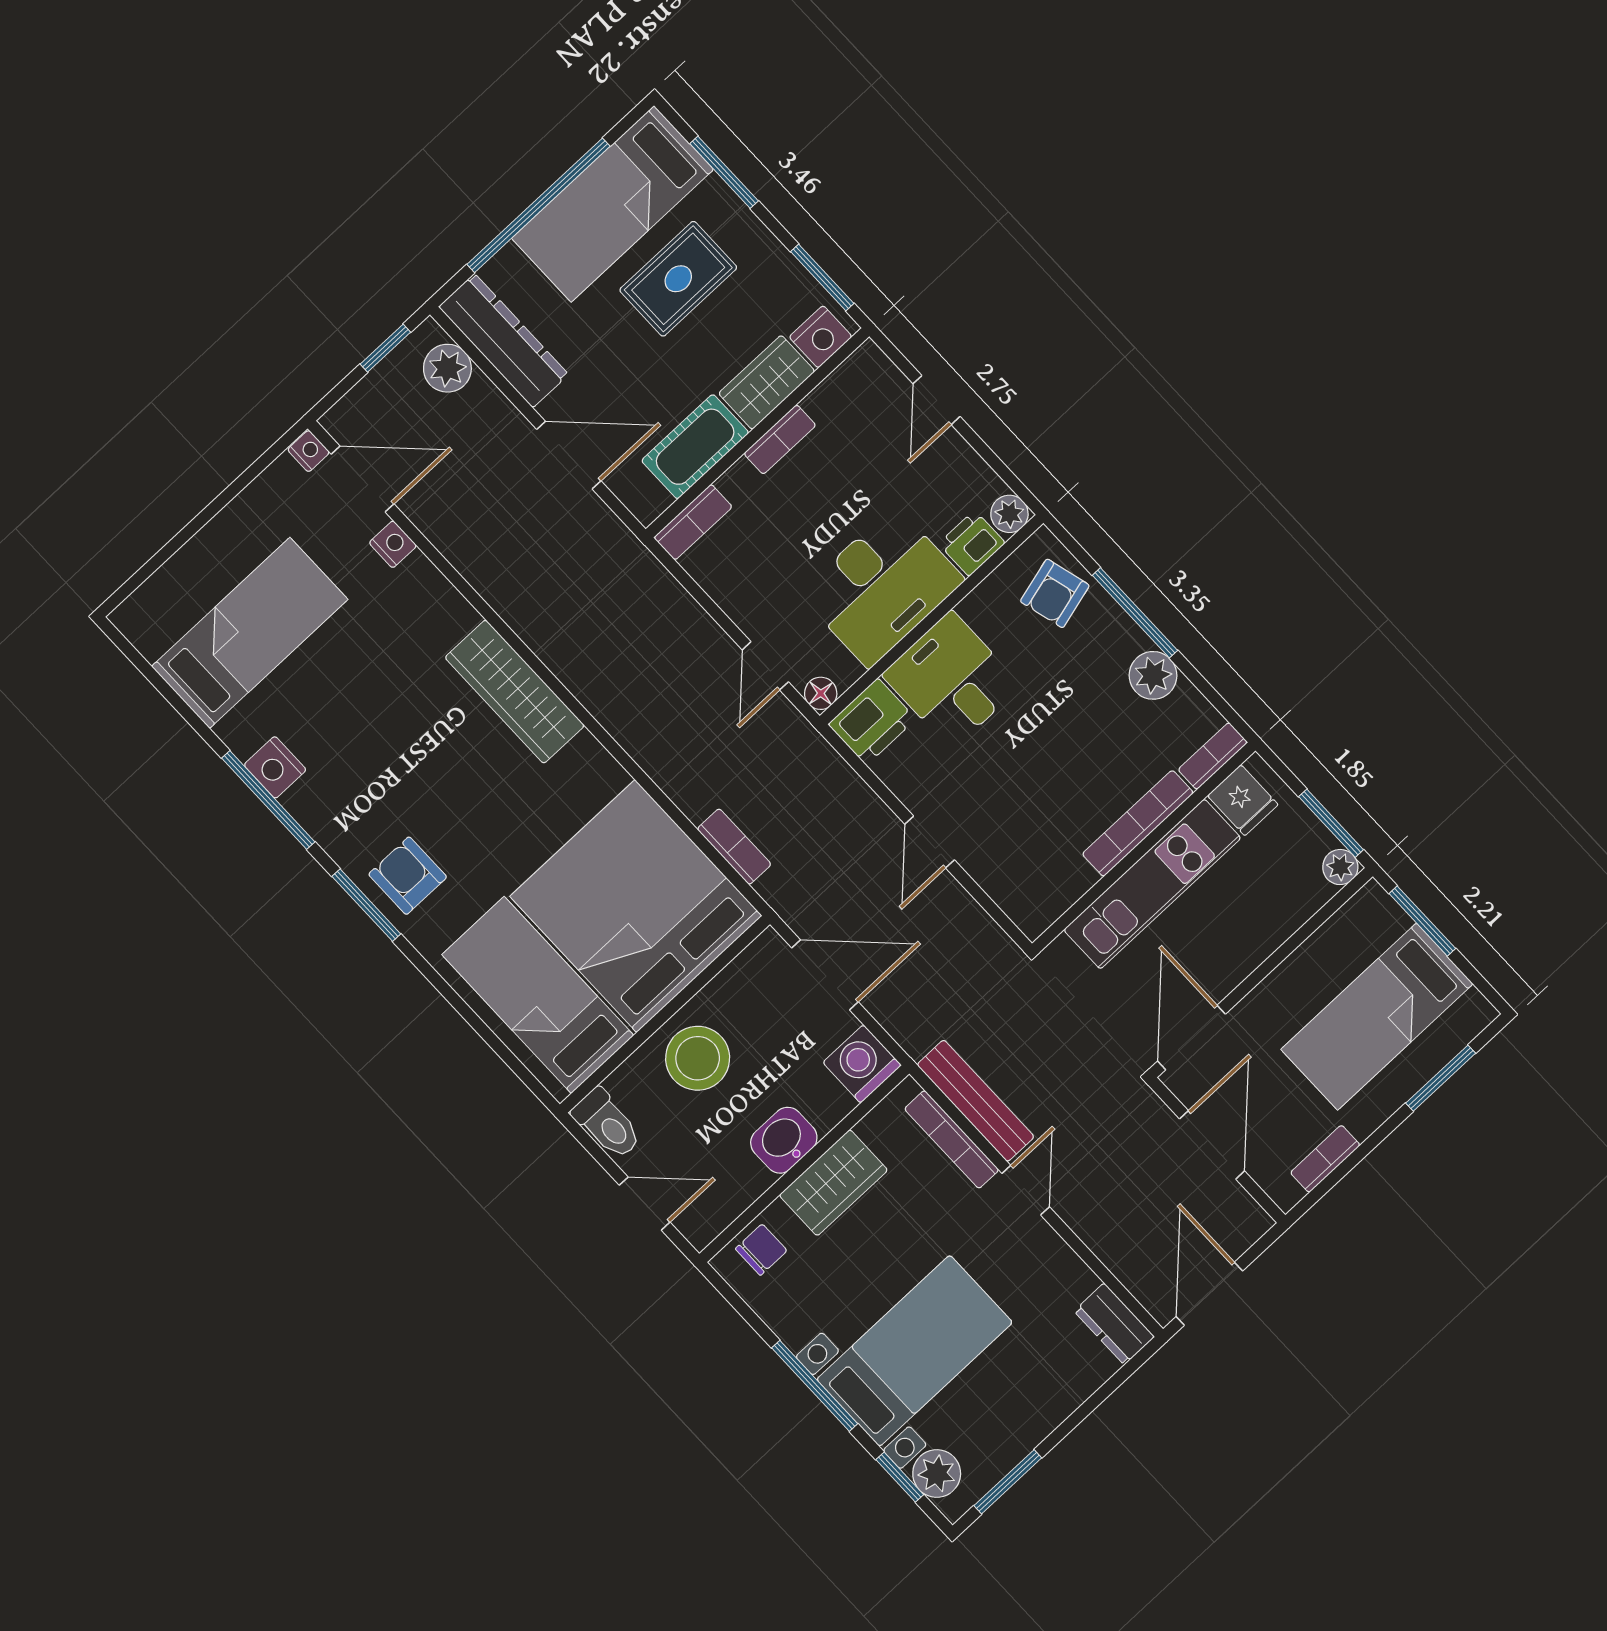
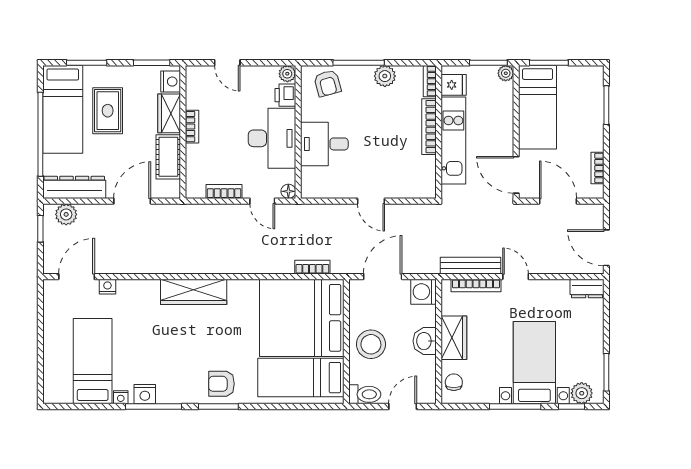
nightstand: (309, 451) -> (121, 397), moved, turned 180
bookcase: (693, 522) -> (224, 191), moved, turned -90
printer: (872, 722) -> (314, 183), removed
bed: (1377, 1017) -> (538, 107), moved

